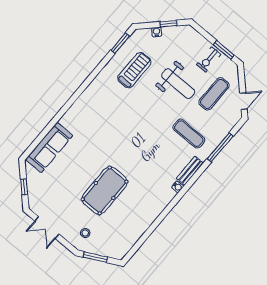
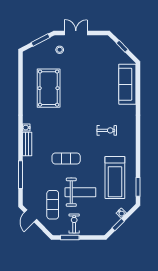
treadmill: (134, 70) -> (115, 178), width x1.37, depth x1.38
weight bench: (178, 84) -> (80, 192), turned 180
exercise bike: (105, 121) -> (107, 130), added
exercise mat: (189, 134) -> (66, 158), moved
pool table: (105, 190) -> (49, 88), moved
double door: (47, 228) -> (76, 33), moved

